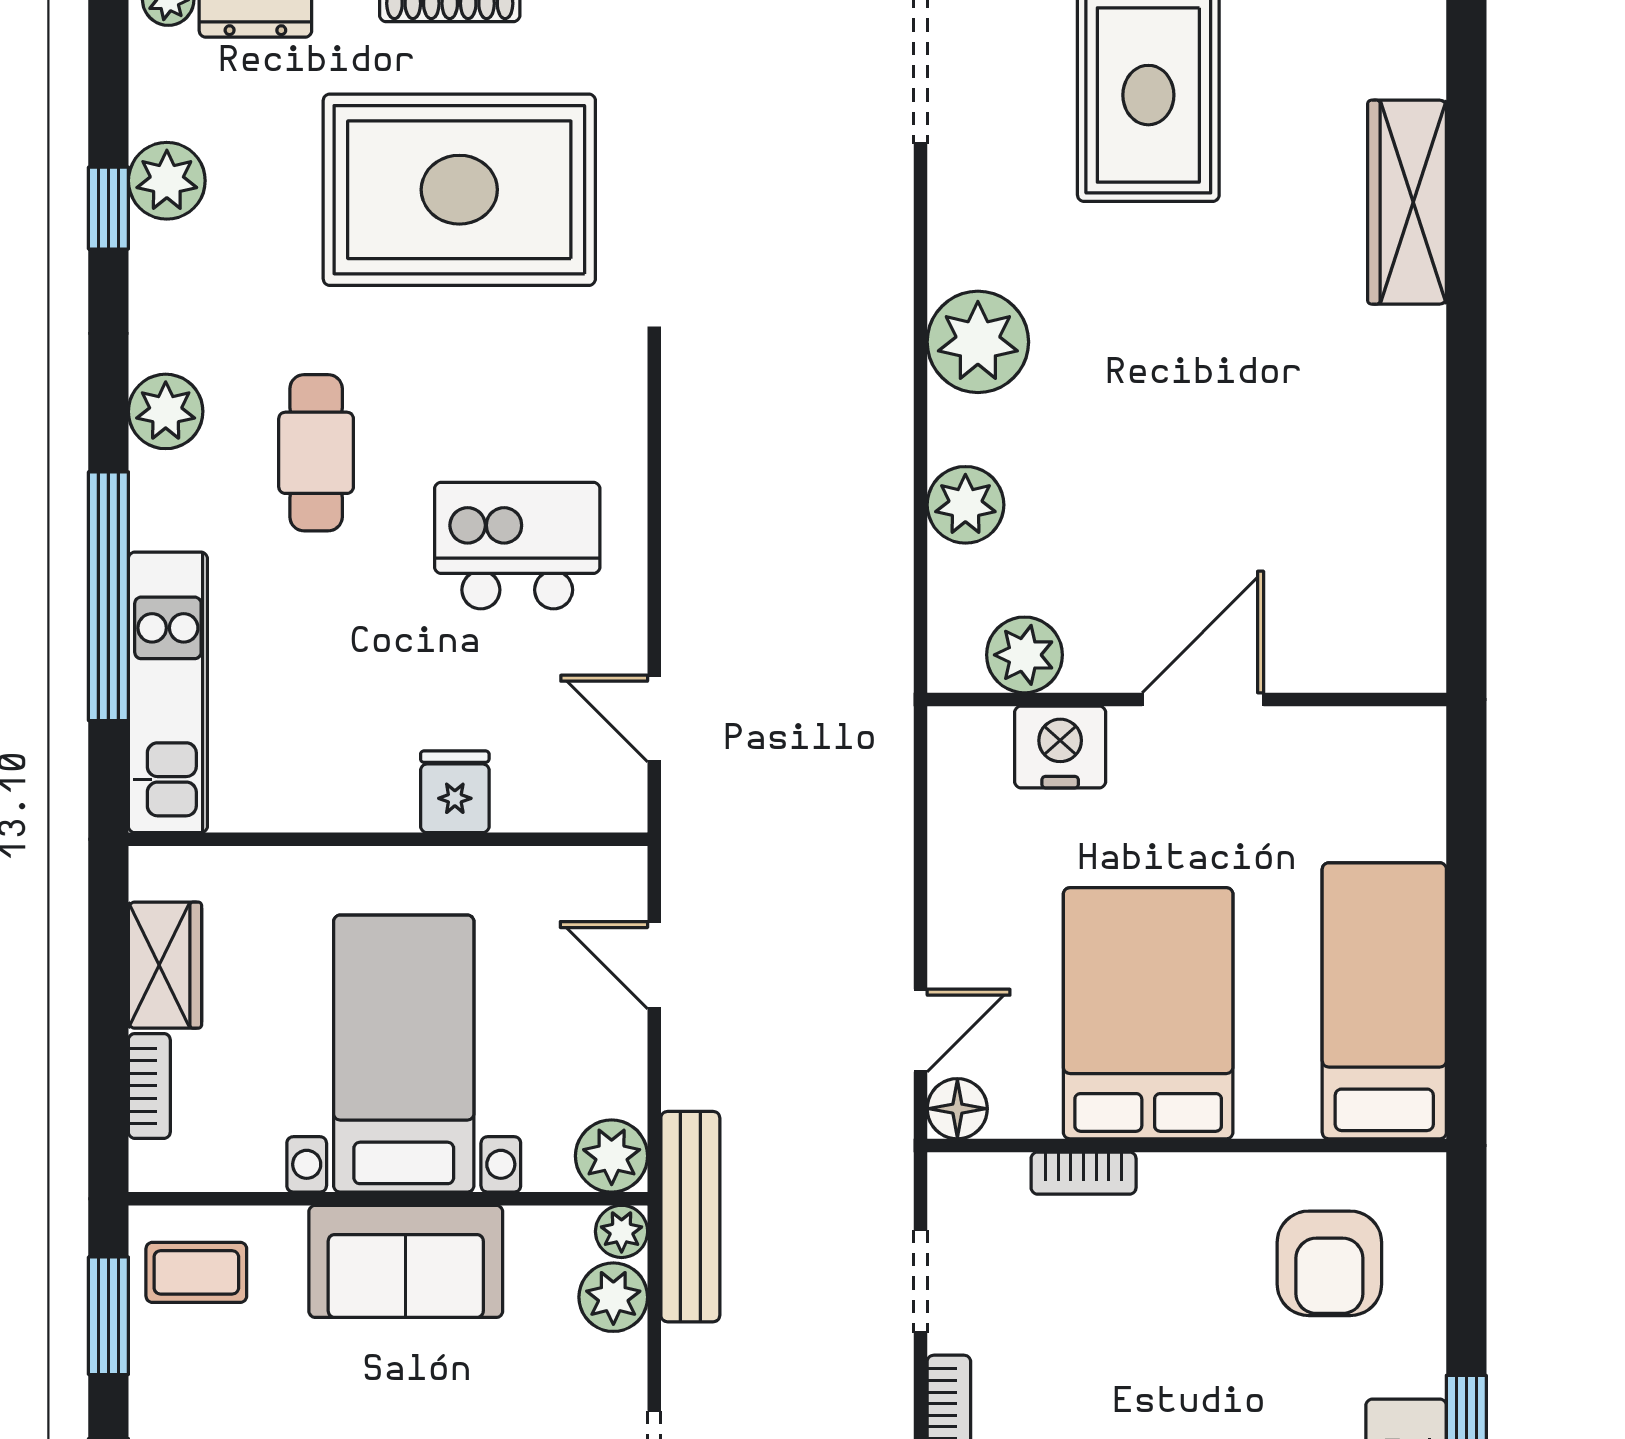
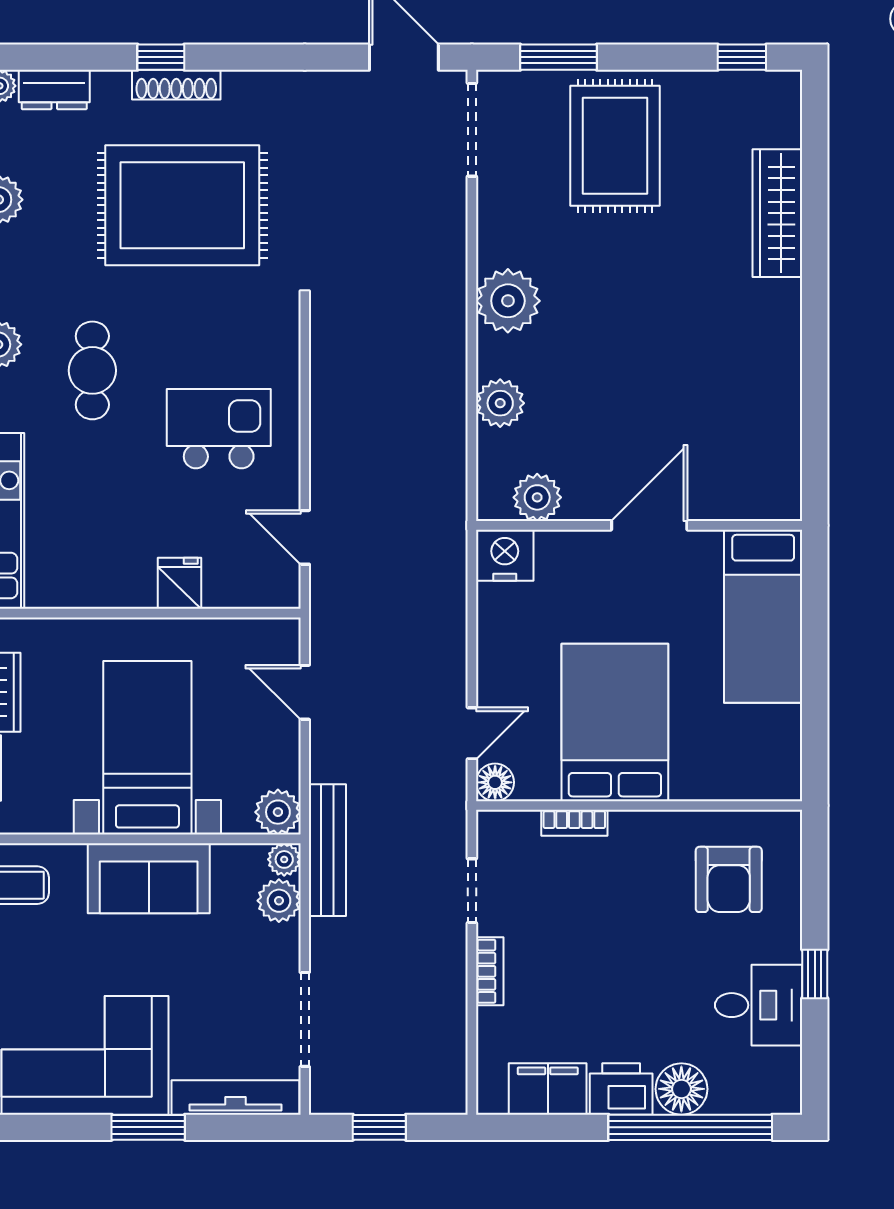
nightstand: (1060, 747) -> (505, 555), moved
bed: (1384, 1001) -> (763, 616), moved, turned 180

